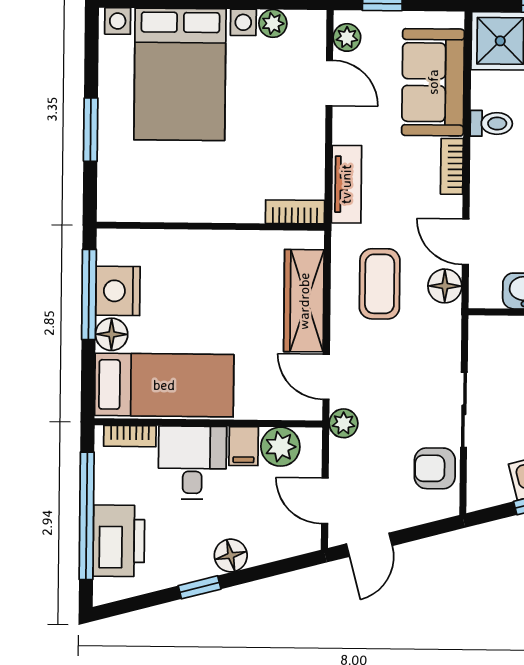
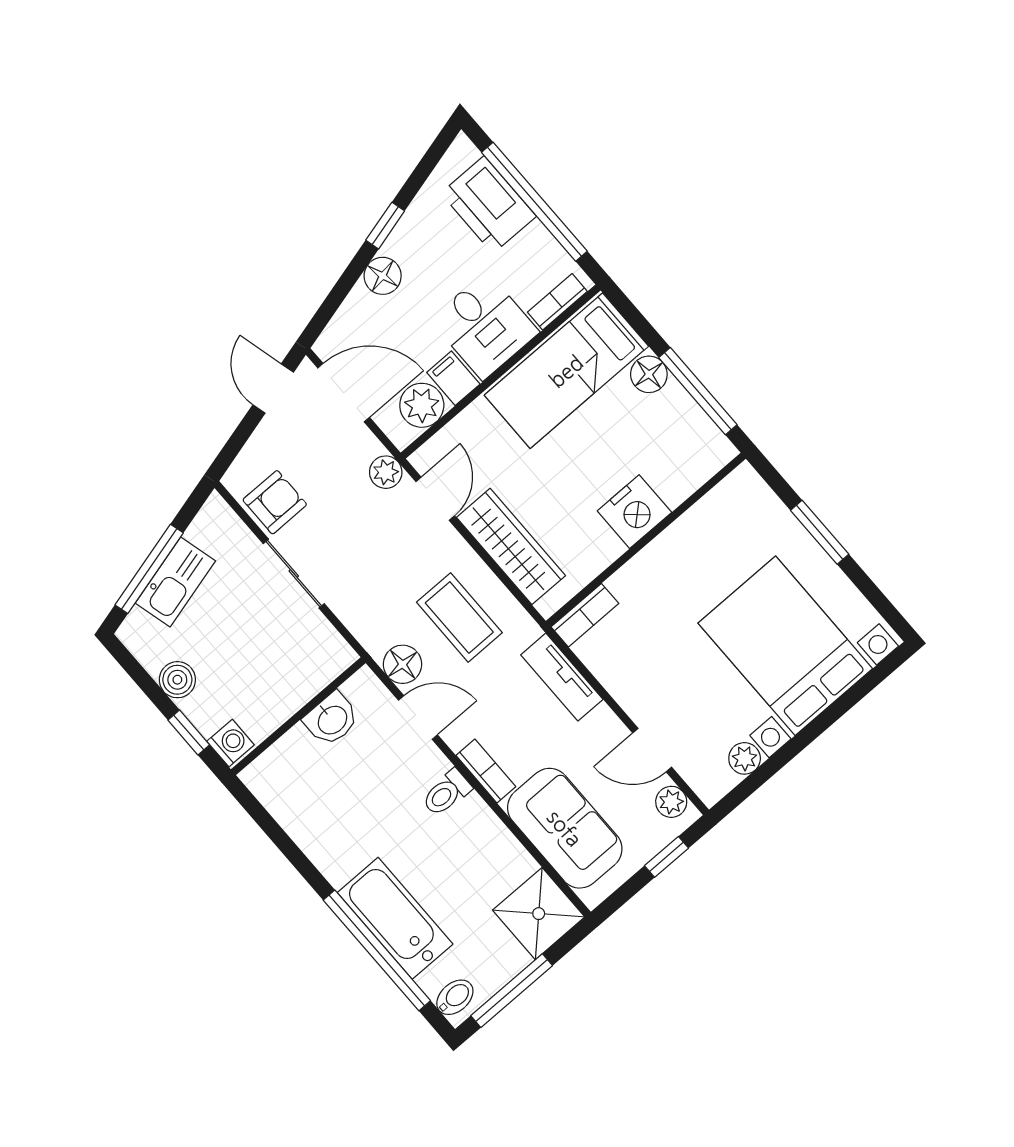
toilet: (491, 123) -> (446, 793), moved
nightstand: (118, 291) -> (634, 512), moved, turned 90
door: (326, 377) -> (435, 499), hinge flipped
door: (325, 501) -> (344, 393), width x1.38

